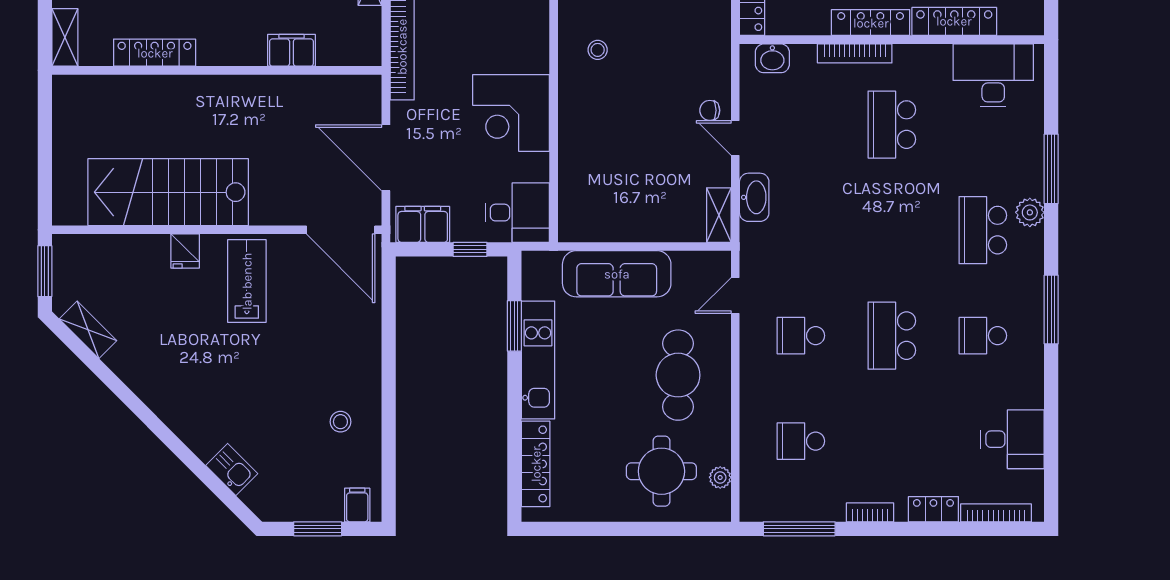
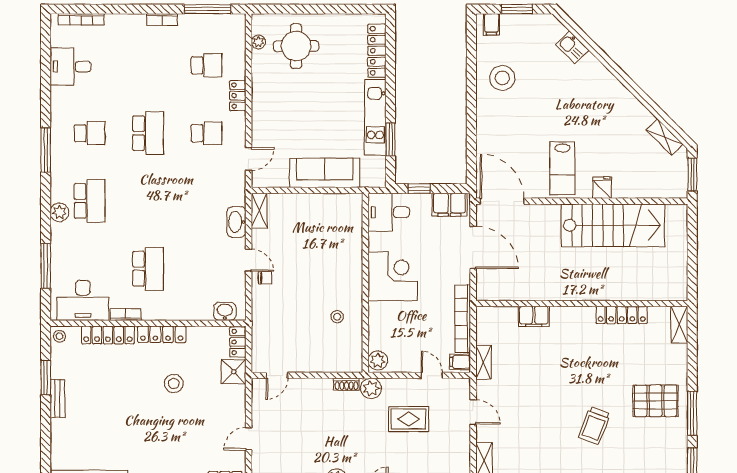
stool: (1030, 20) -> (59, 336), added
bookcase: (855, 53) -> (125, 314), moved, width x0.64
window: (1051, 169) -> (46, 266), moved
cafe table: (678, 375) -> (285, 108), removed
stool: (340, 422) -> (502, 78), width x1.89, depth x1.89
locker: (933, 509) -> (238, 96), moved, turned 90

